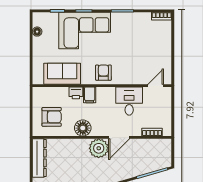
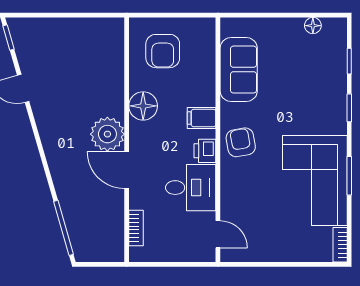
corner sofa: (85, 31) -> (315, 180), moved
armchair: (103, 73) -> (241, 142), turned -100
printer: (76, 93) -> (205, 151), moved
dresser: (39, 158) -> (90, 29), removed

